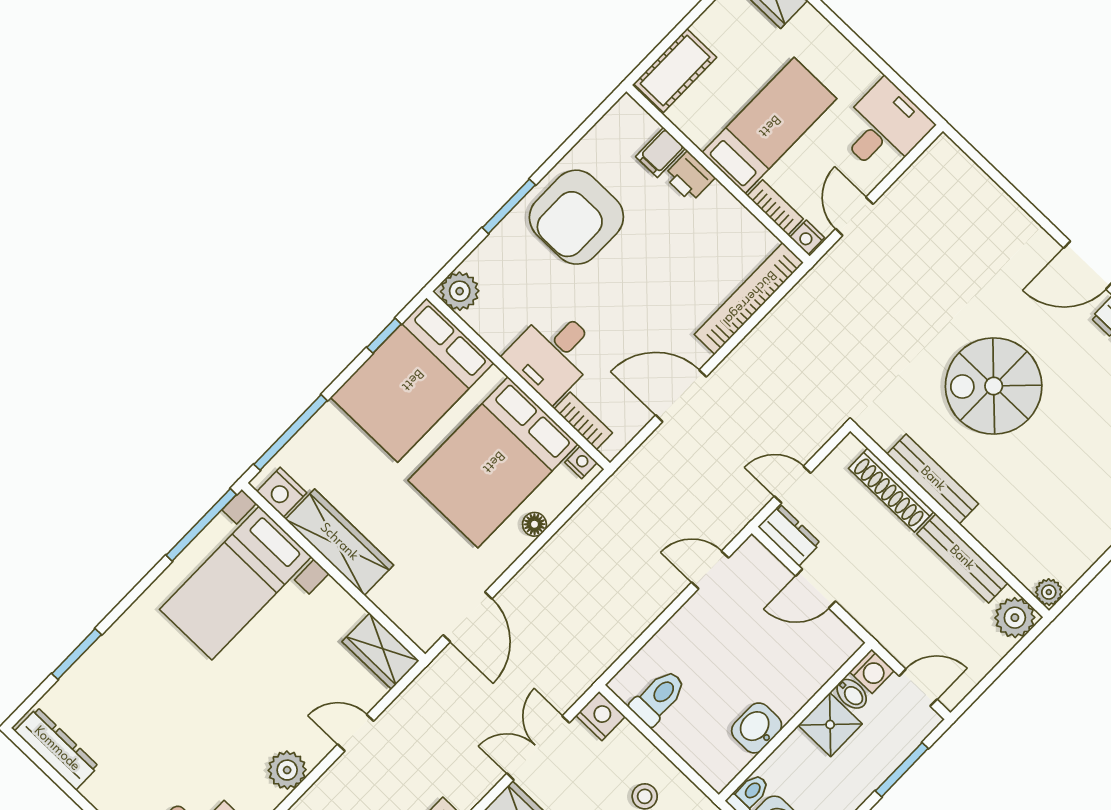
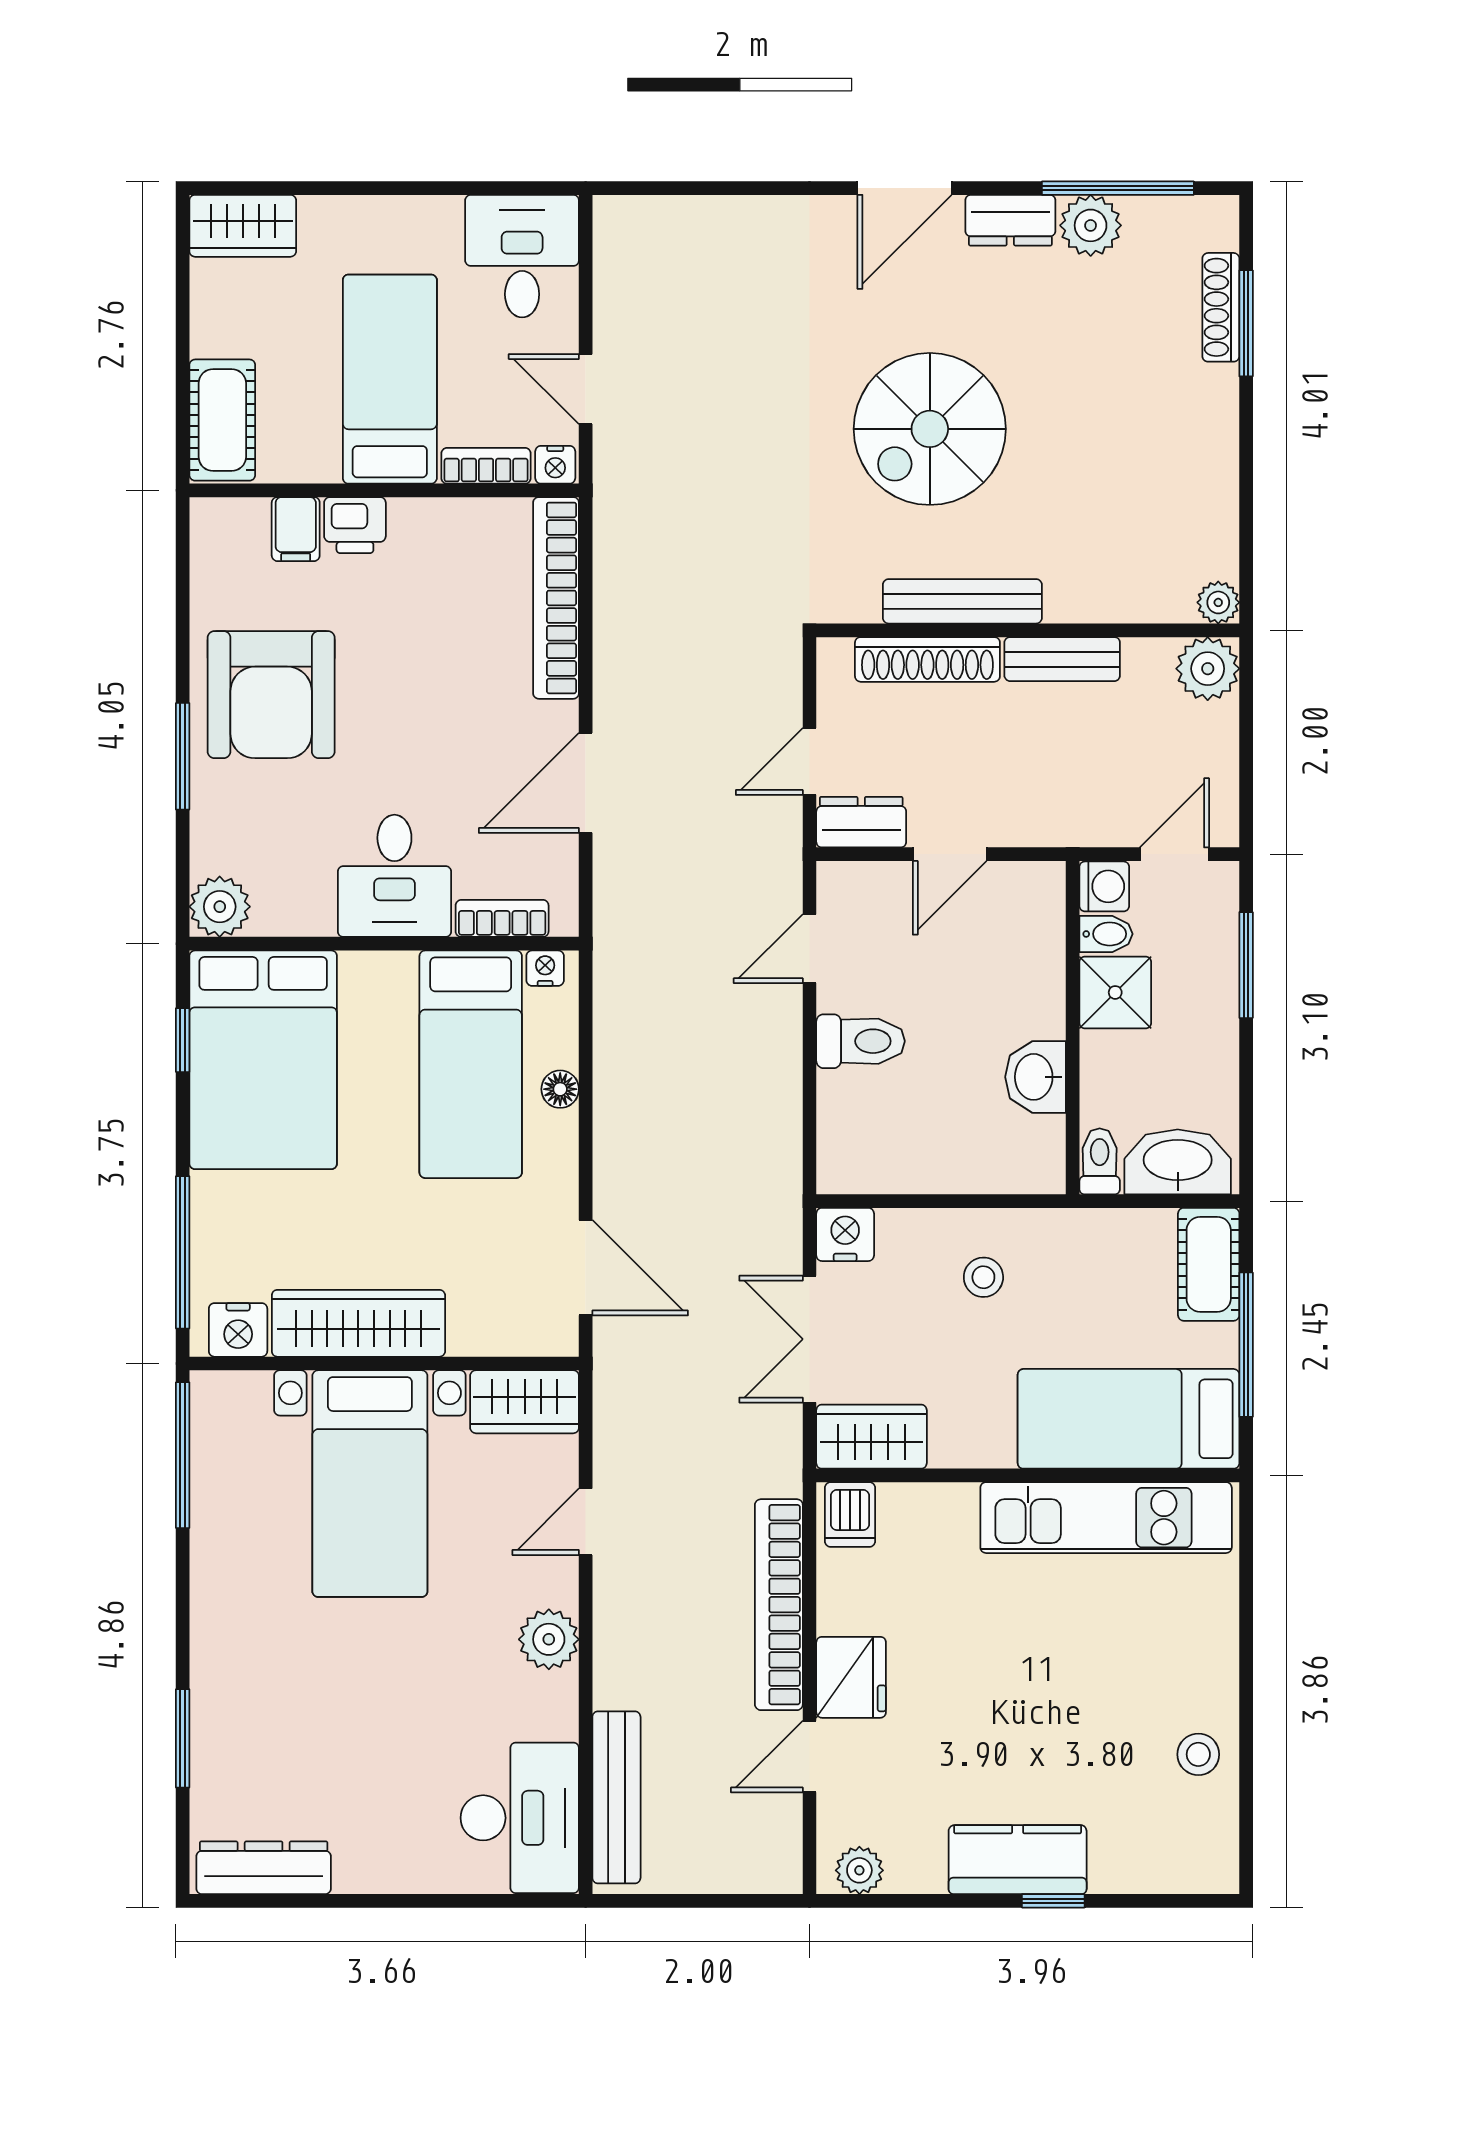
bed: (493, 462) -> (471, 1064), width x0.67
bench: (962, 558) -> (1062, 659), width x0.73
bed with nightstands: (235, 583) -> (370, 1484), moved
toilet: (658, 697) -> (861, 1041), moved, turned 90

